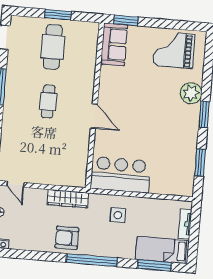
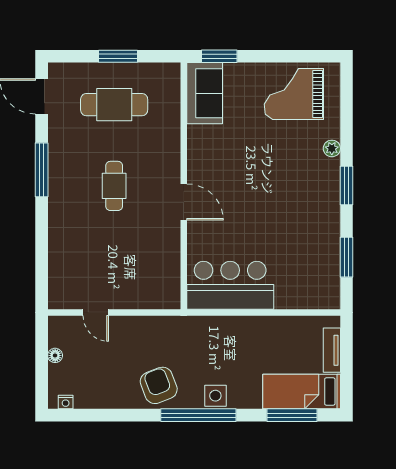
cafe table: (53, 47) -> (114, 105), turned 90
plant: (191, 93) -> (332, 148), width x0.53, depth x0.53
door: (15, 184) -> (96, 312), moved
wardrobe: (68, 199) -> (155, 327), removed
side table: (118, 215) -> (215, 396), moved
armchair: (67, 238) -> (159, 385), turned 69

